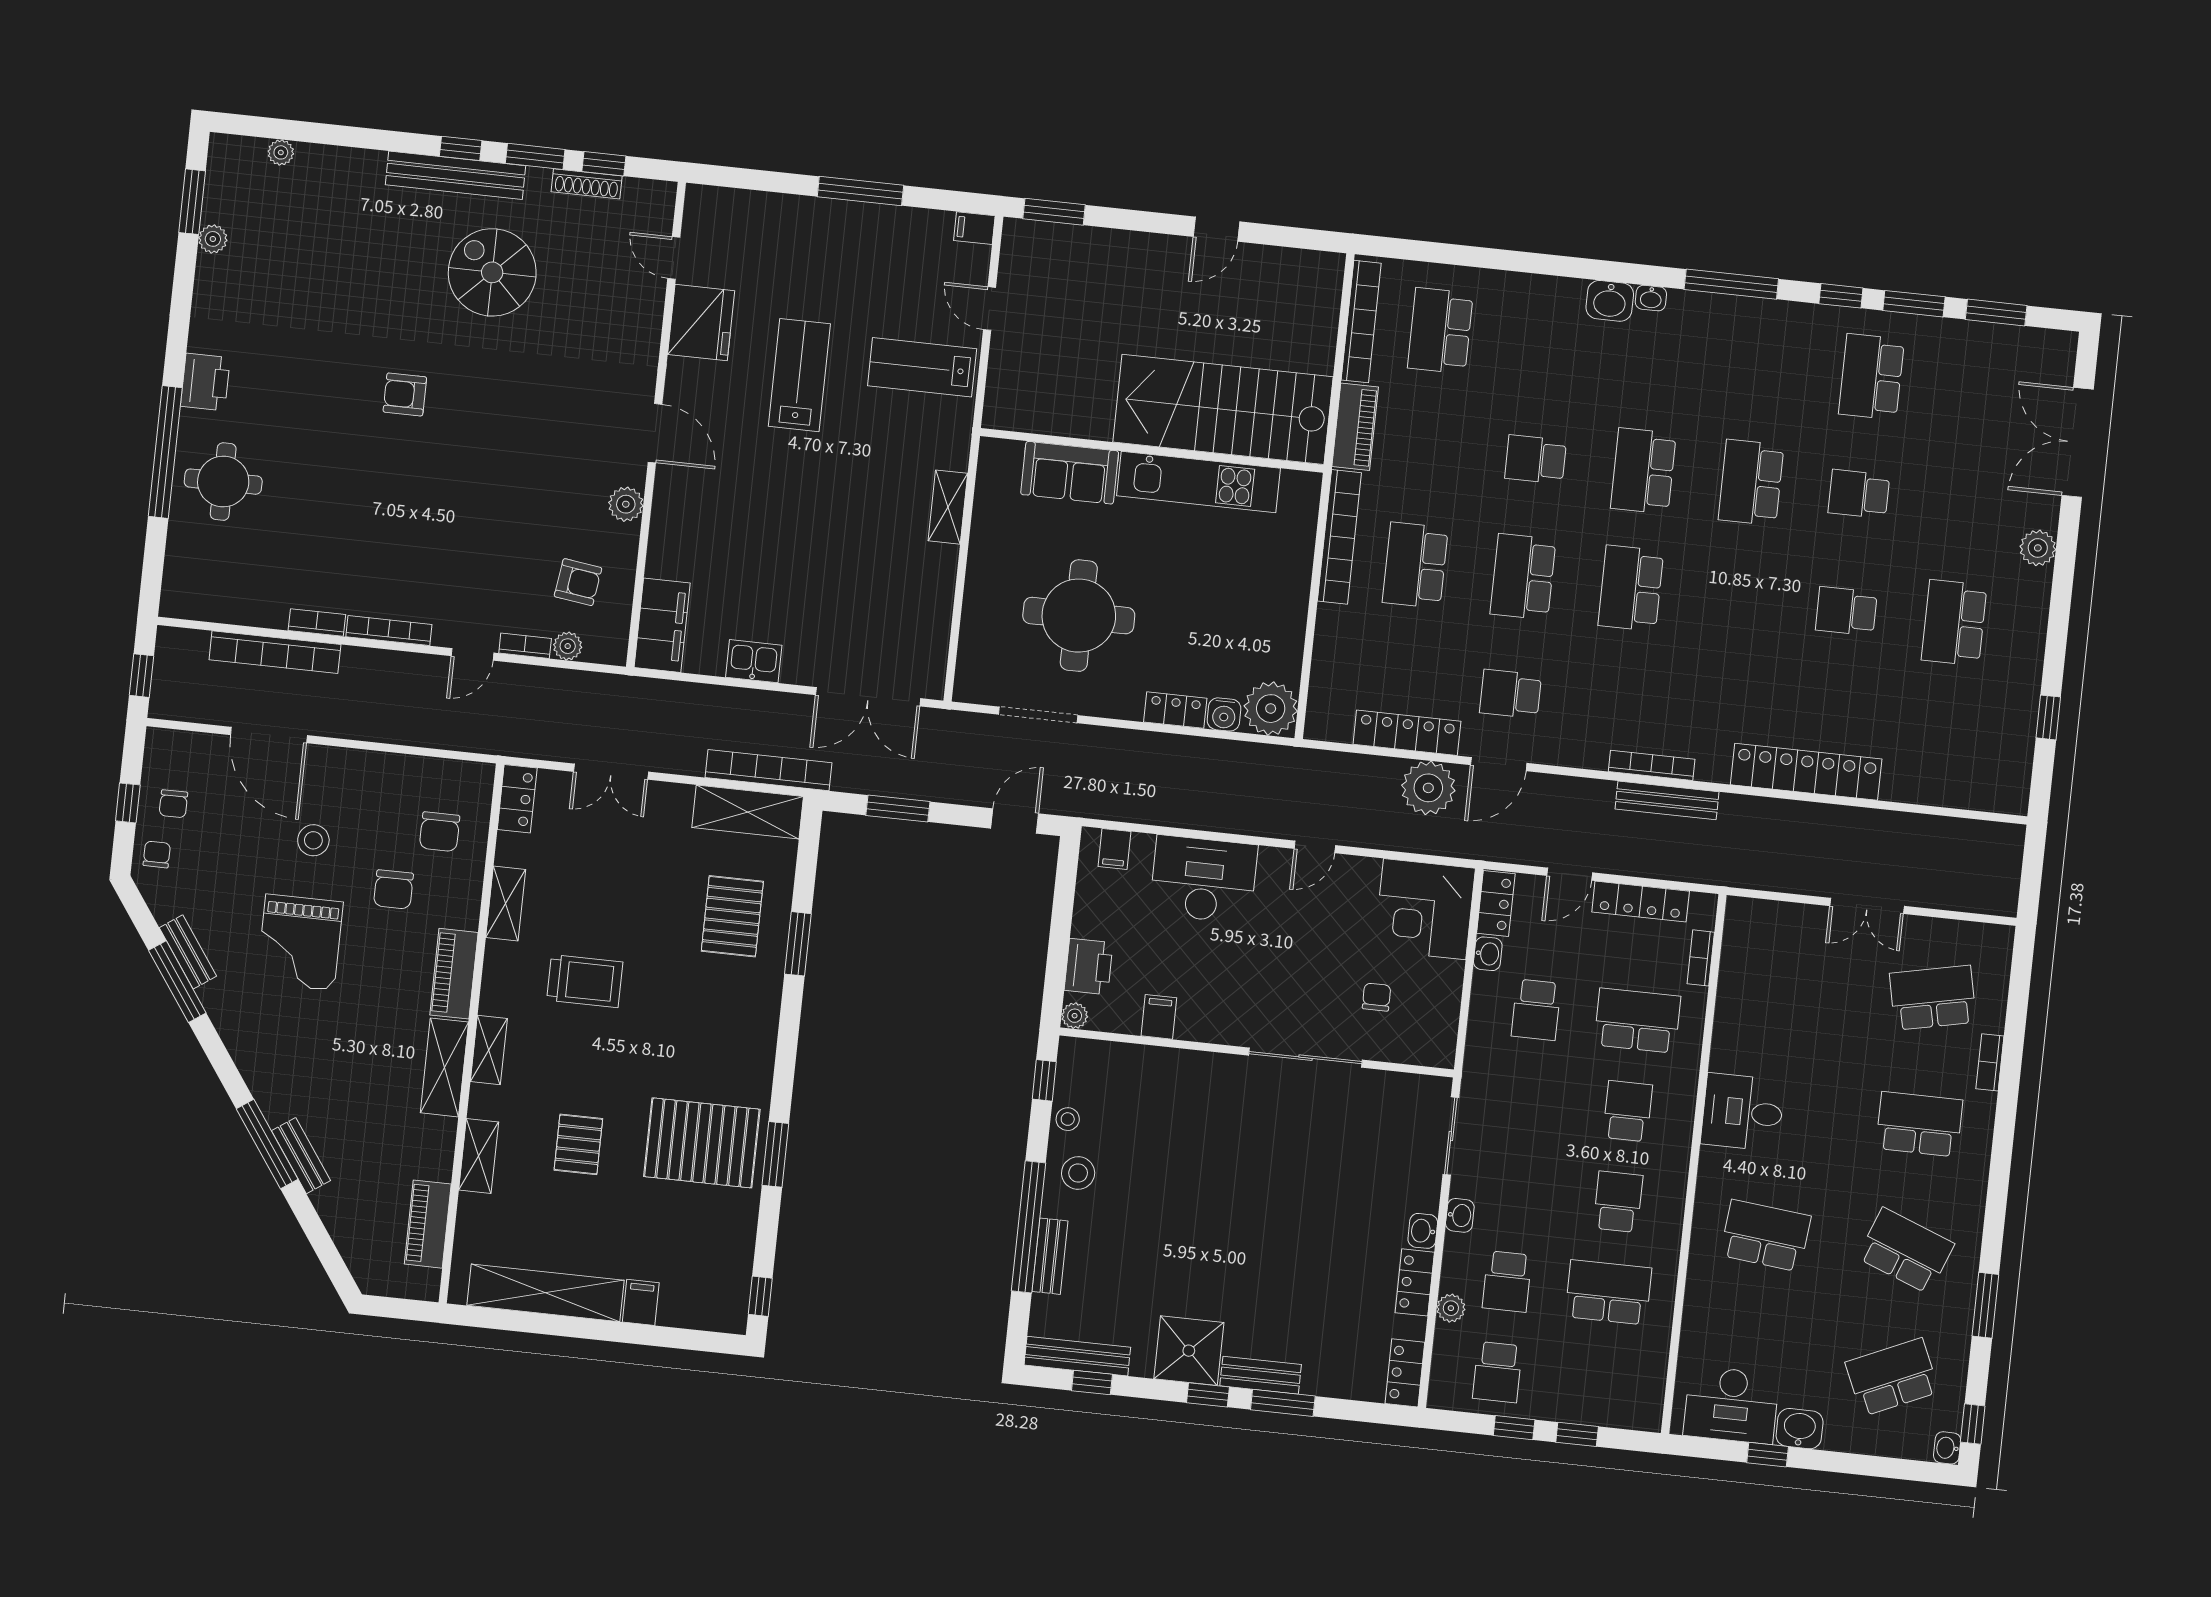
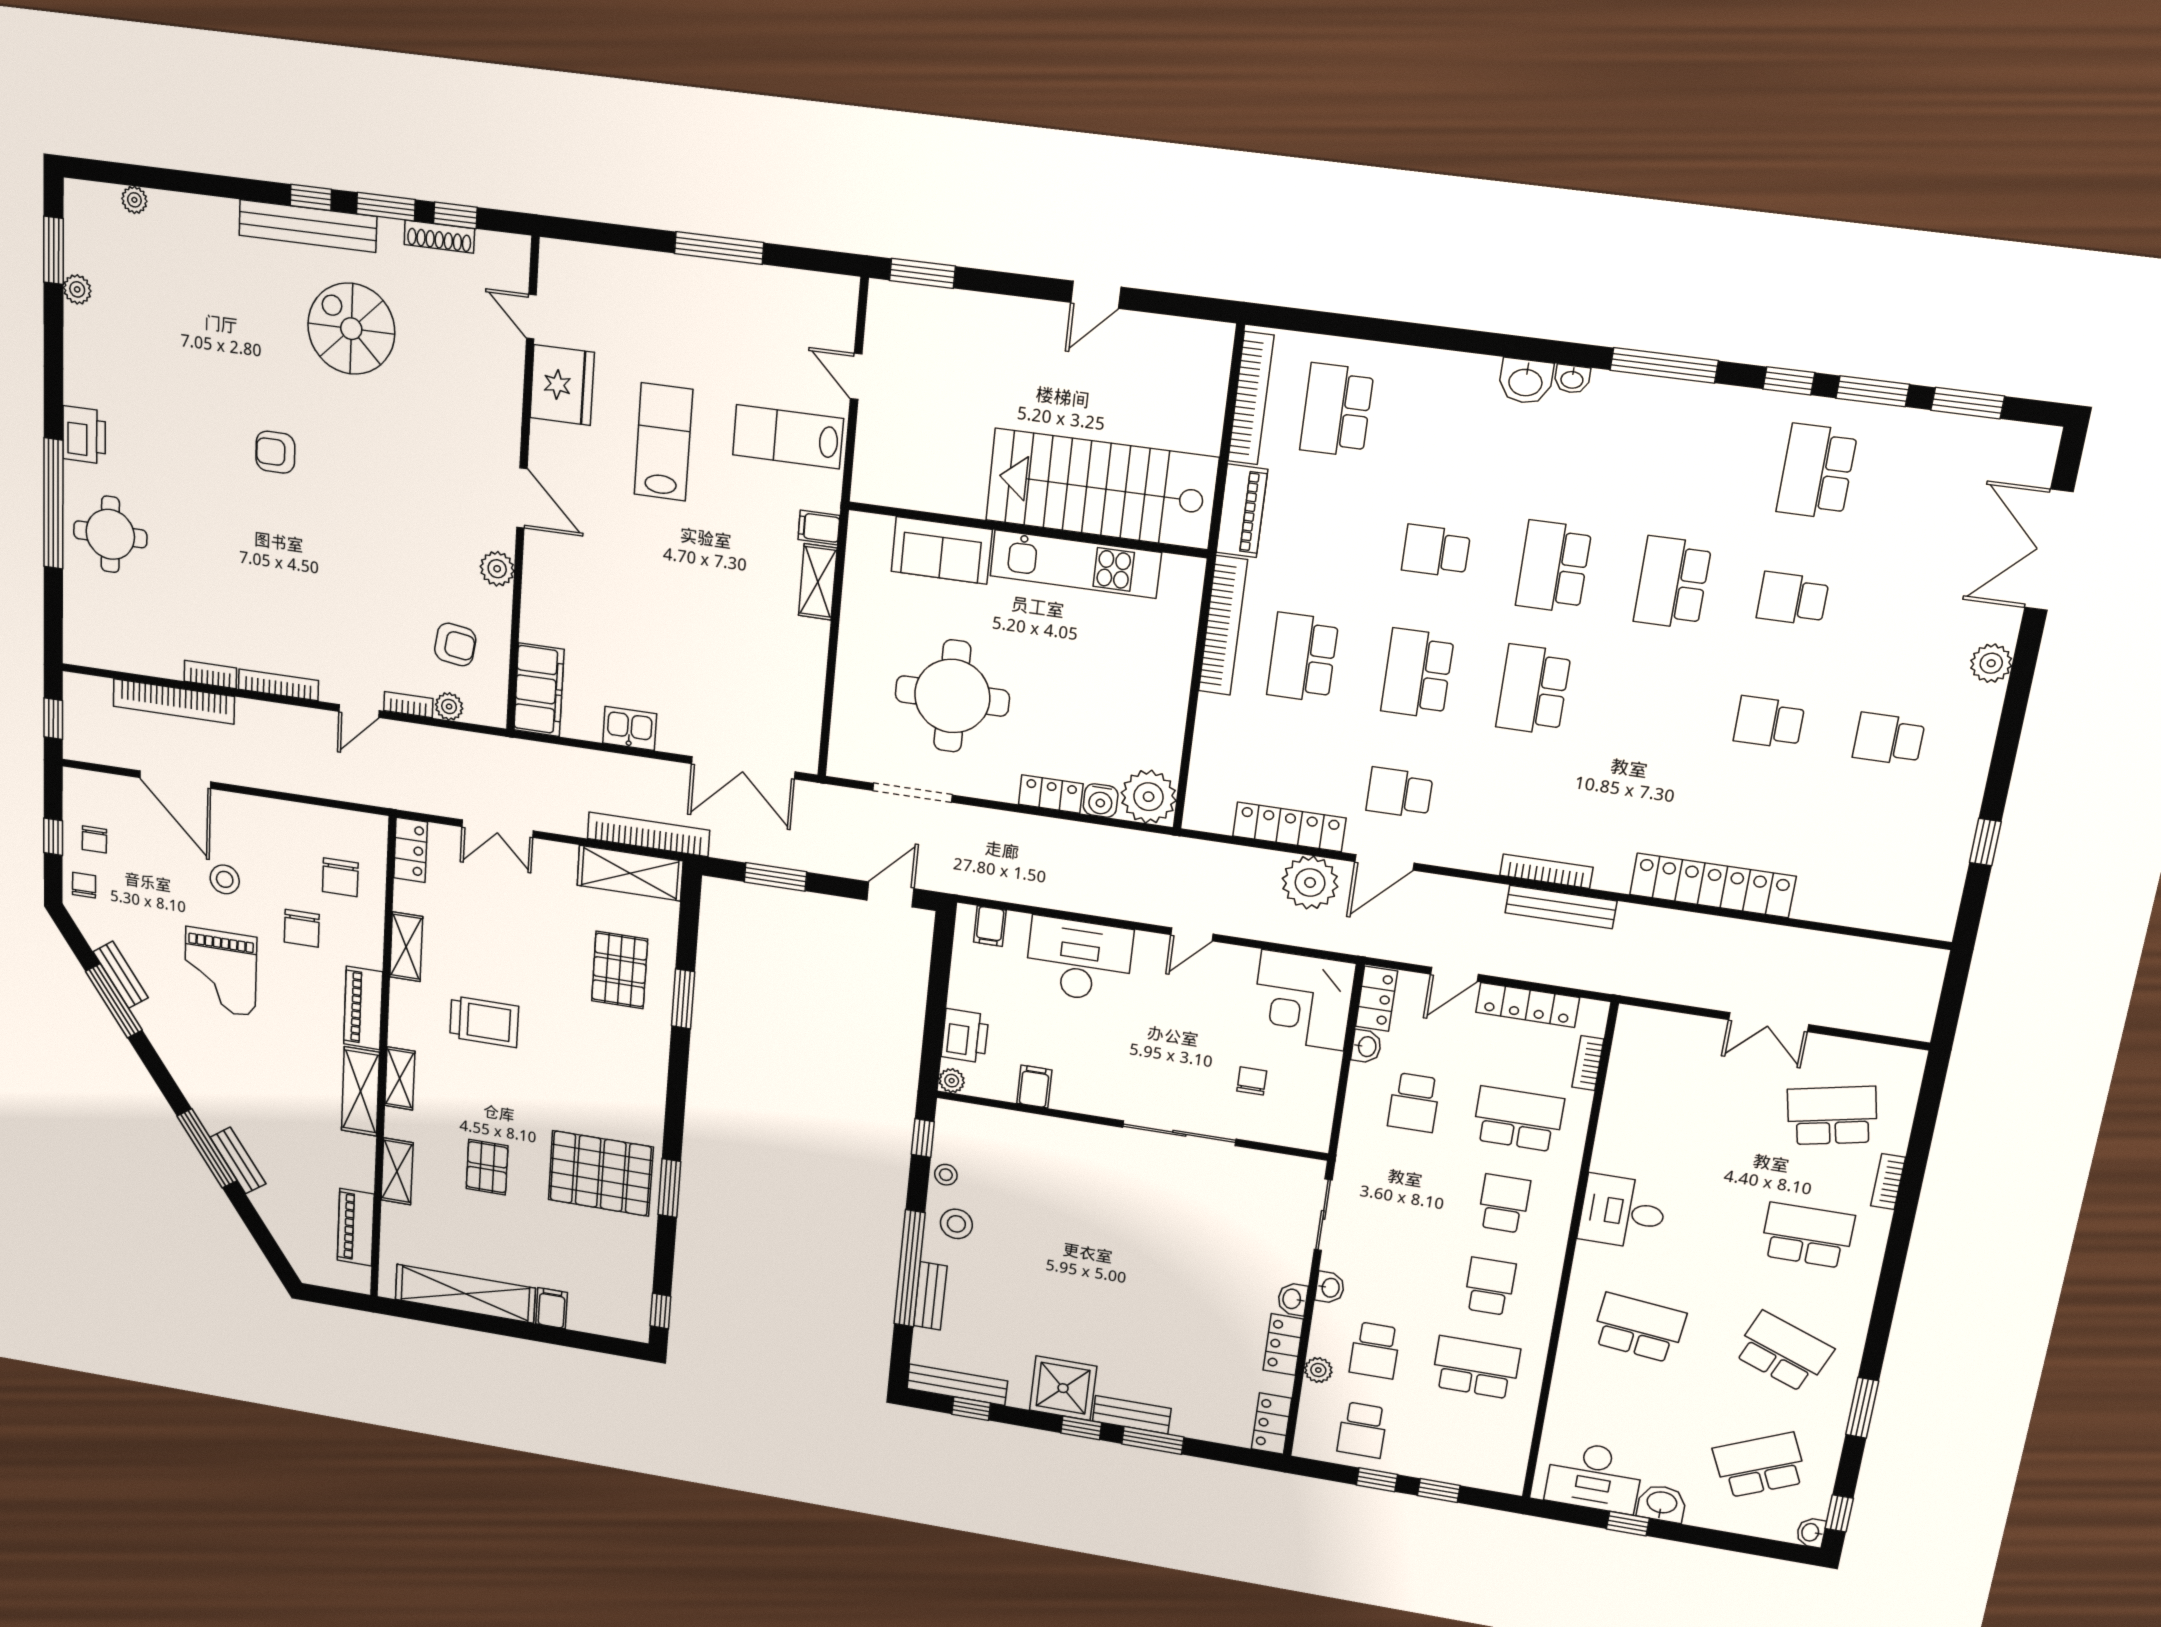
filing cabinet: (974, 228) -> (819, 528), moved
school desk: (1954, 623) -> (1889, 739), width x0.54

